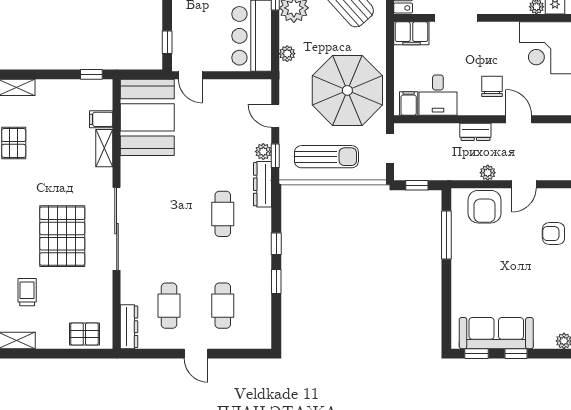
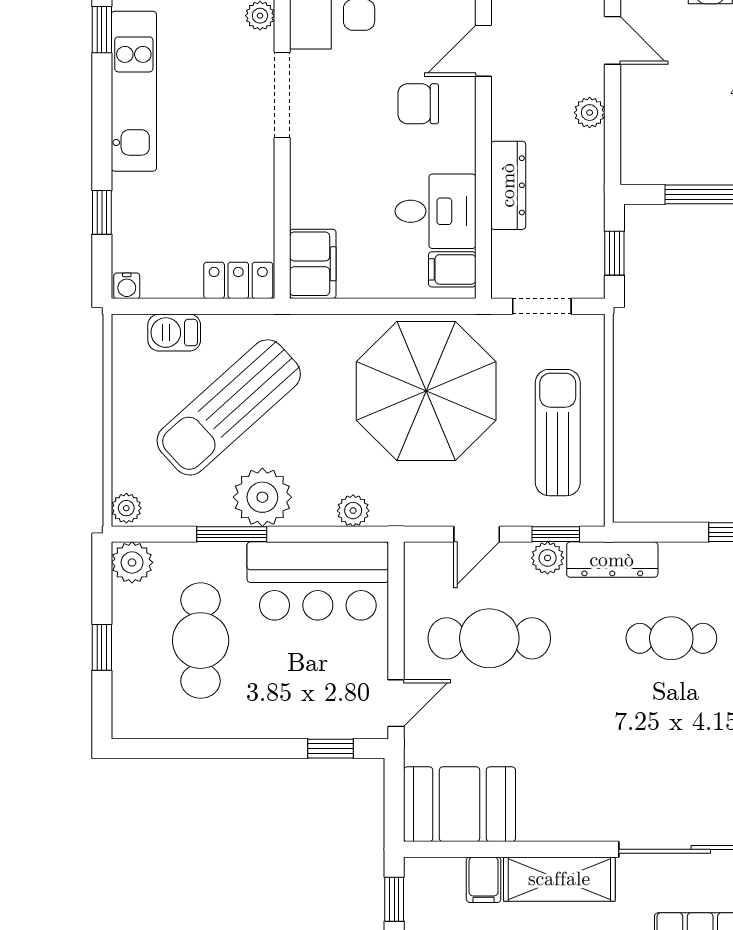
doorway: (456, 18) -> (282, 95), moved
booth: (147, 117) -> (460, 804), width x0.73, depth x0.70
cafe table: (223, 122) -> (489, 638), added
dresser: (475, 132) -> (508, 185), moved, width x1.44
shelving: (104, 148) -> (559, 879), width x1.50, depth x1.33
armchair: (485, 207) -> (657, 119), removed

